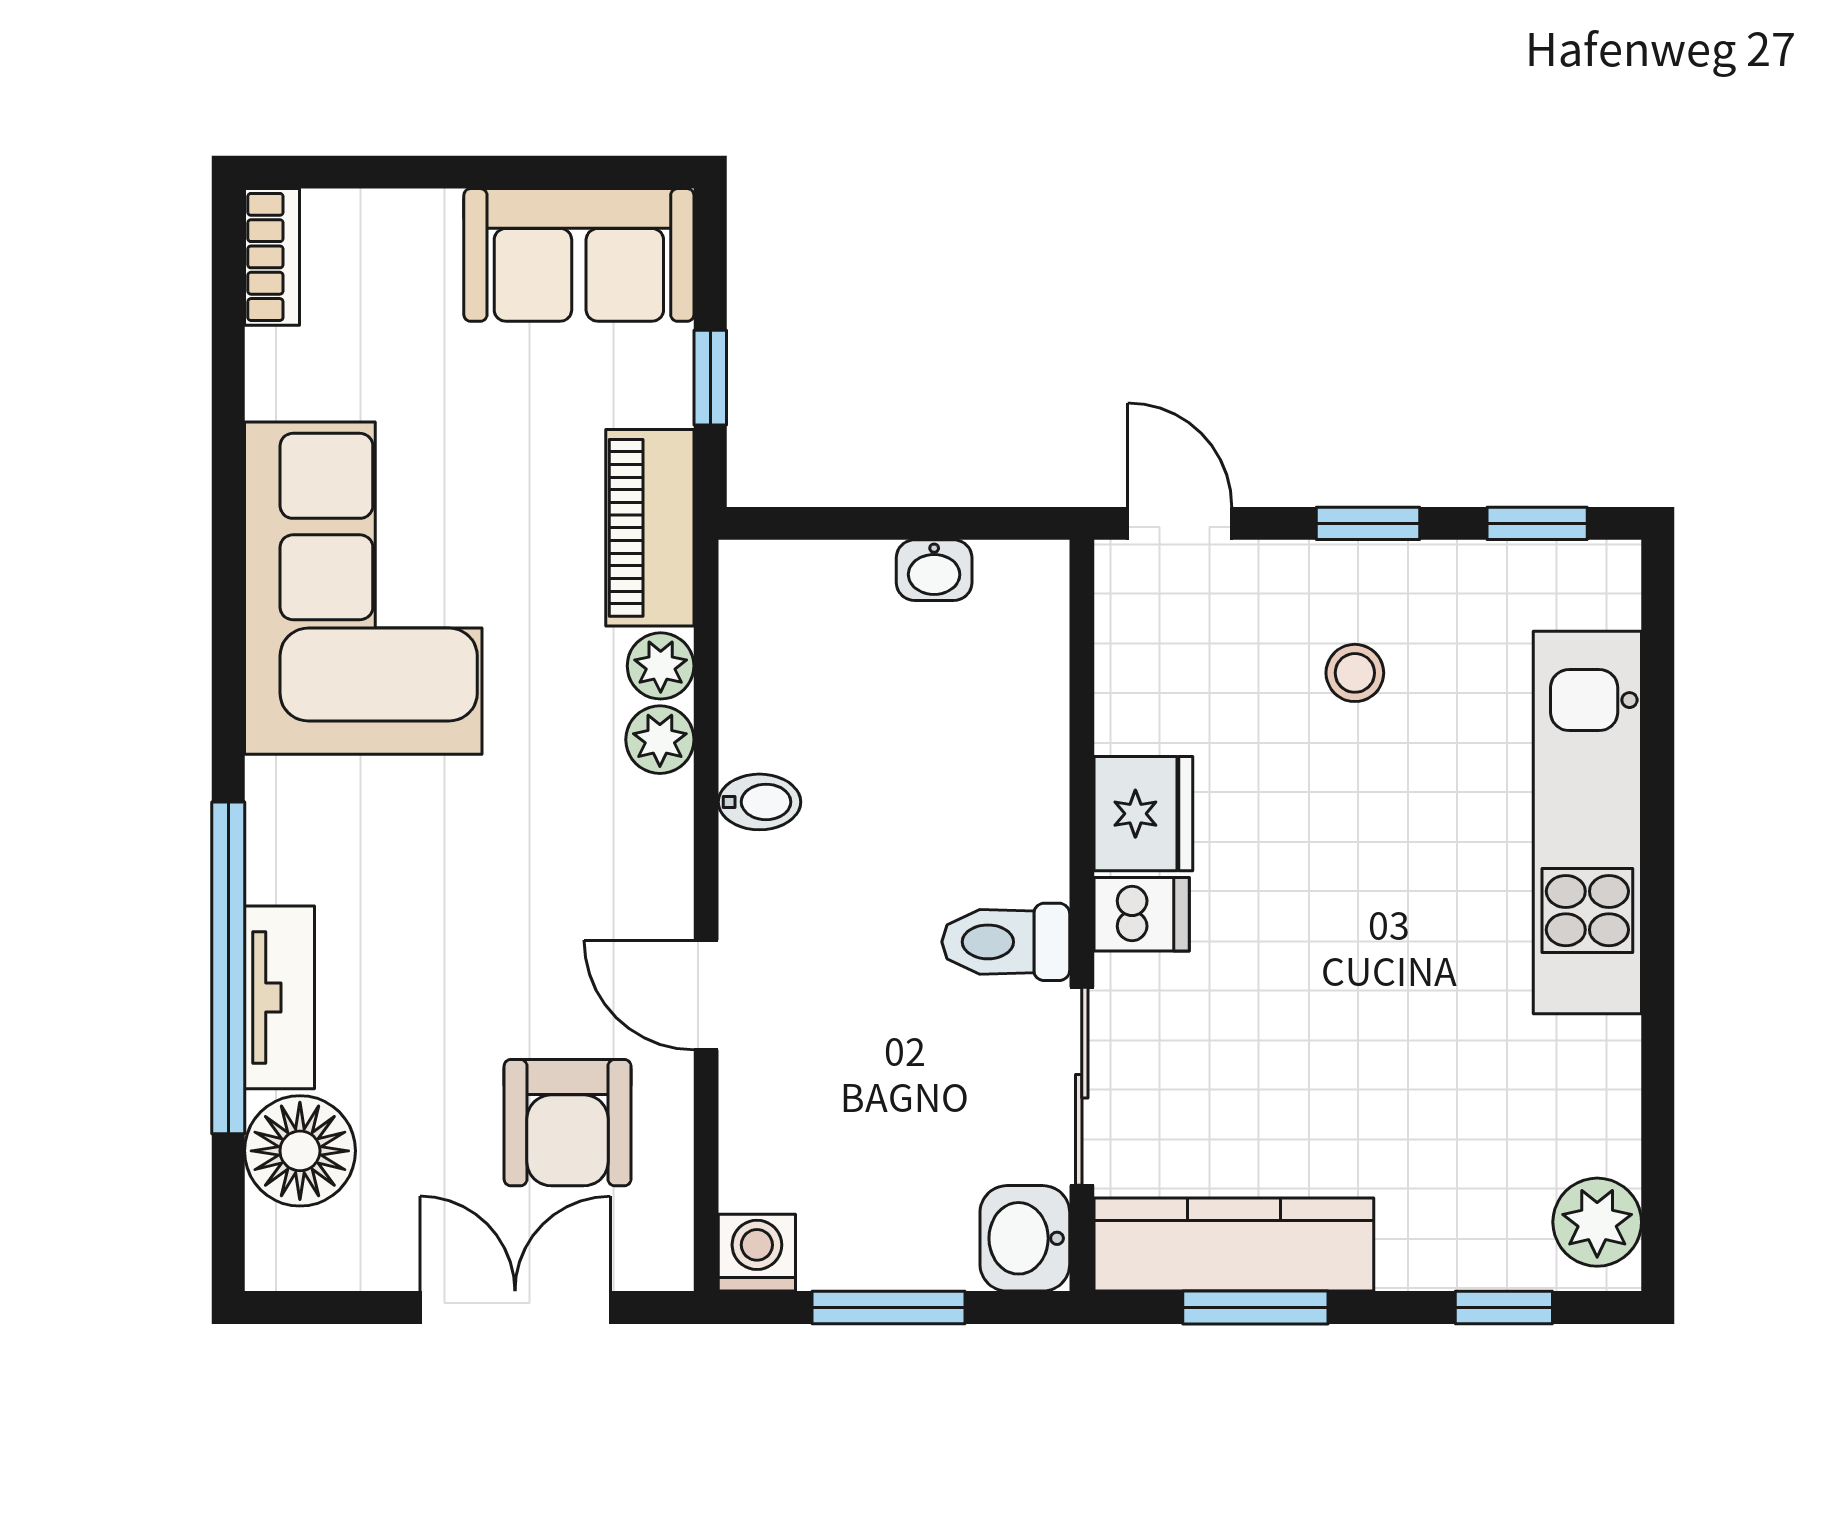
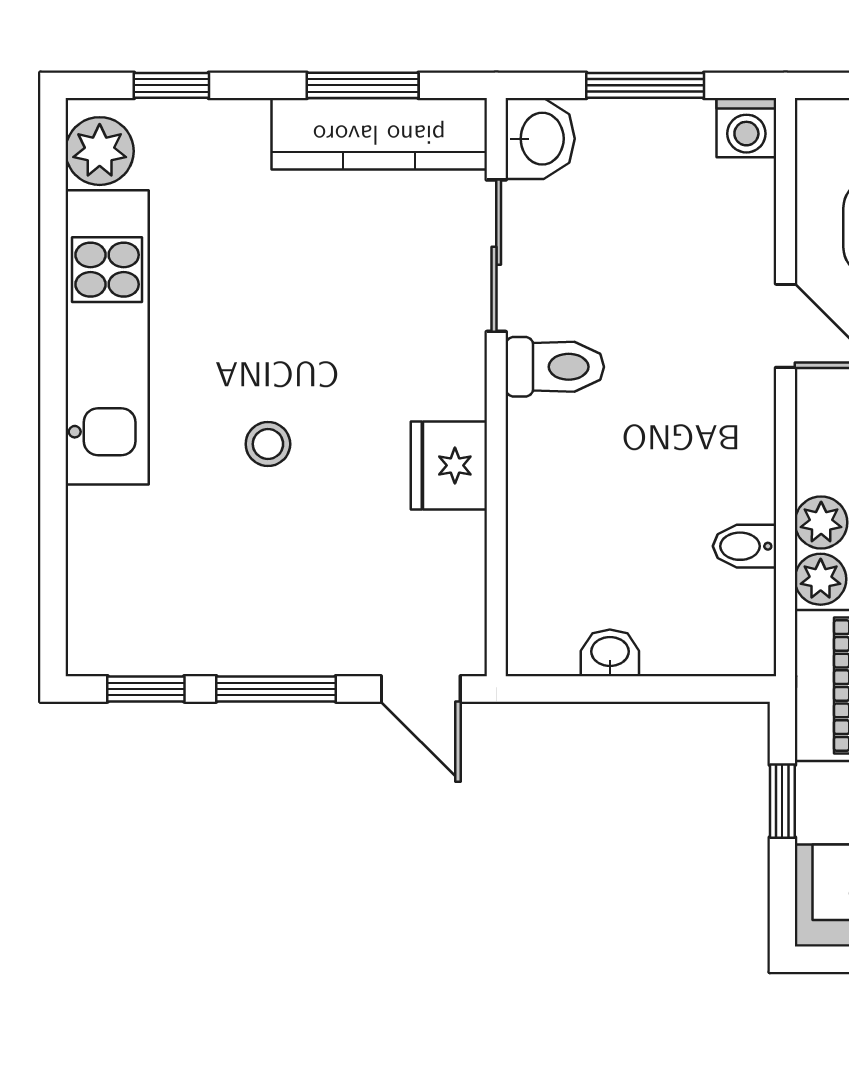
window: (1368, 523) -> (276, 689), width x1.50
stool: (1355, 673) -> (268, 444), moved
bidet: (759, 802) -> (744, 546), moved
kitchen unit: (1587, 823) -> (107, 337), moved
dishwasher: (1142, 914) -> (450, 388), removed

